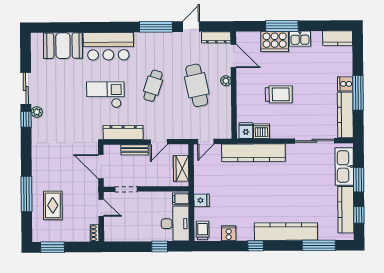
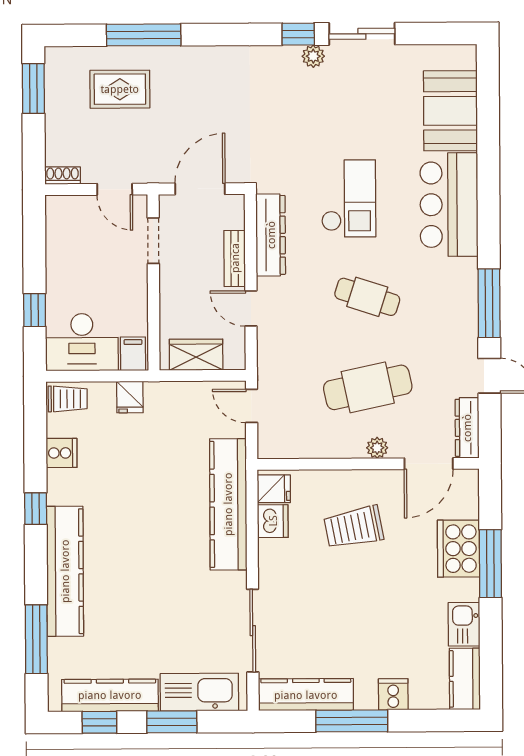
kitchen sink: (300, 39) -> (464, 624), moved
cooker: (345, 84) -> (393, 694), moved
trolley: (279, 94) -> (354, 527), moved, turned 79
door: (101, 208) -> (115, 189), hinge flipped

